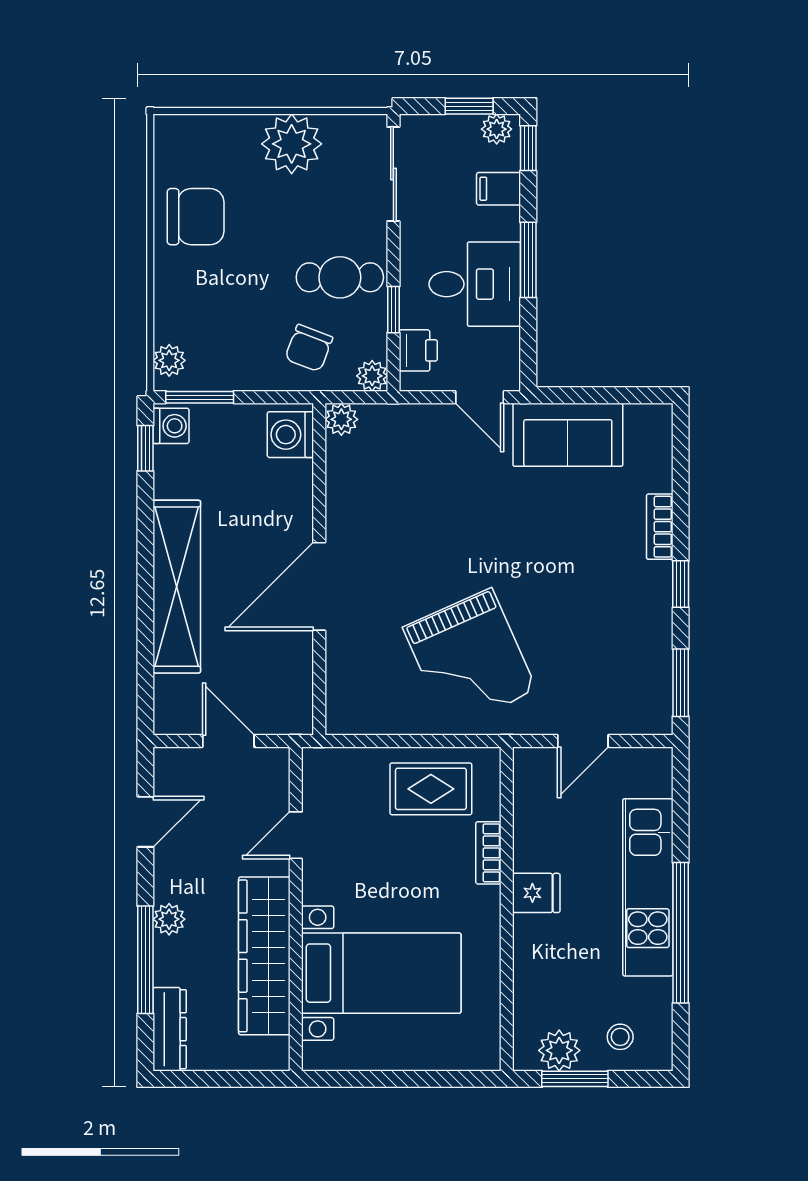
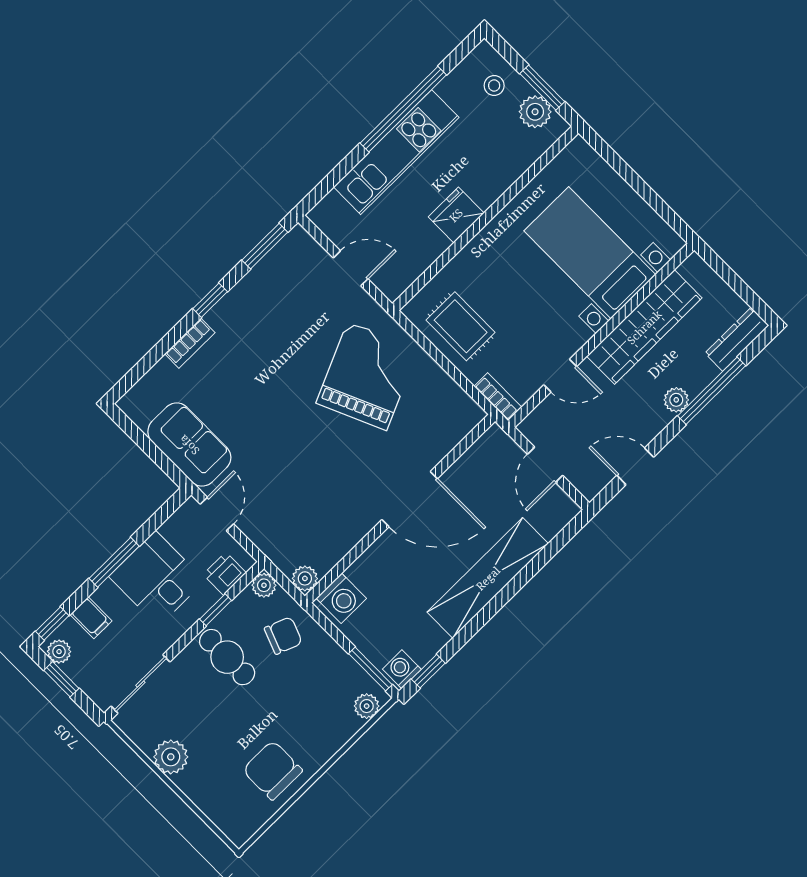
plant: (292, 144) -> (171, 757), width x0.73, depth x0.73
bookcase: (488, 853) -> (498, 397), moved, turned -90
fridge: (536, 893) -> (456, 215), width x1.38

